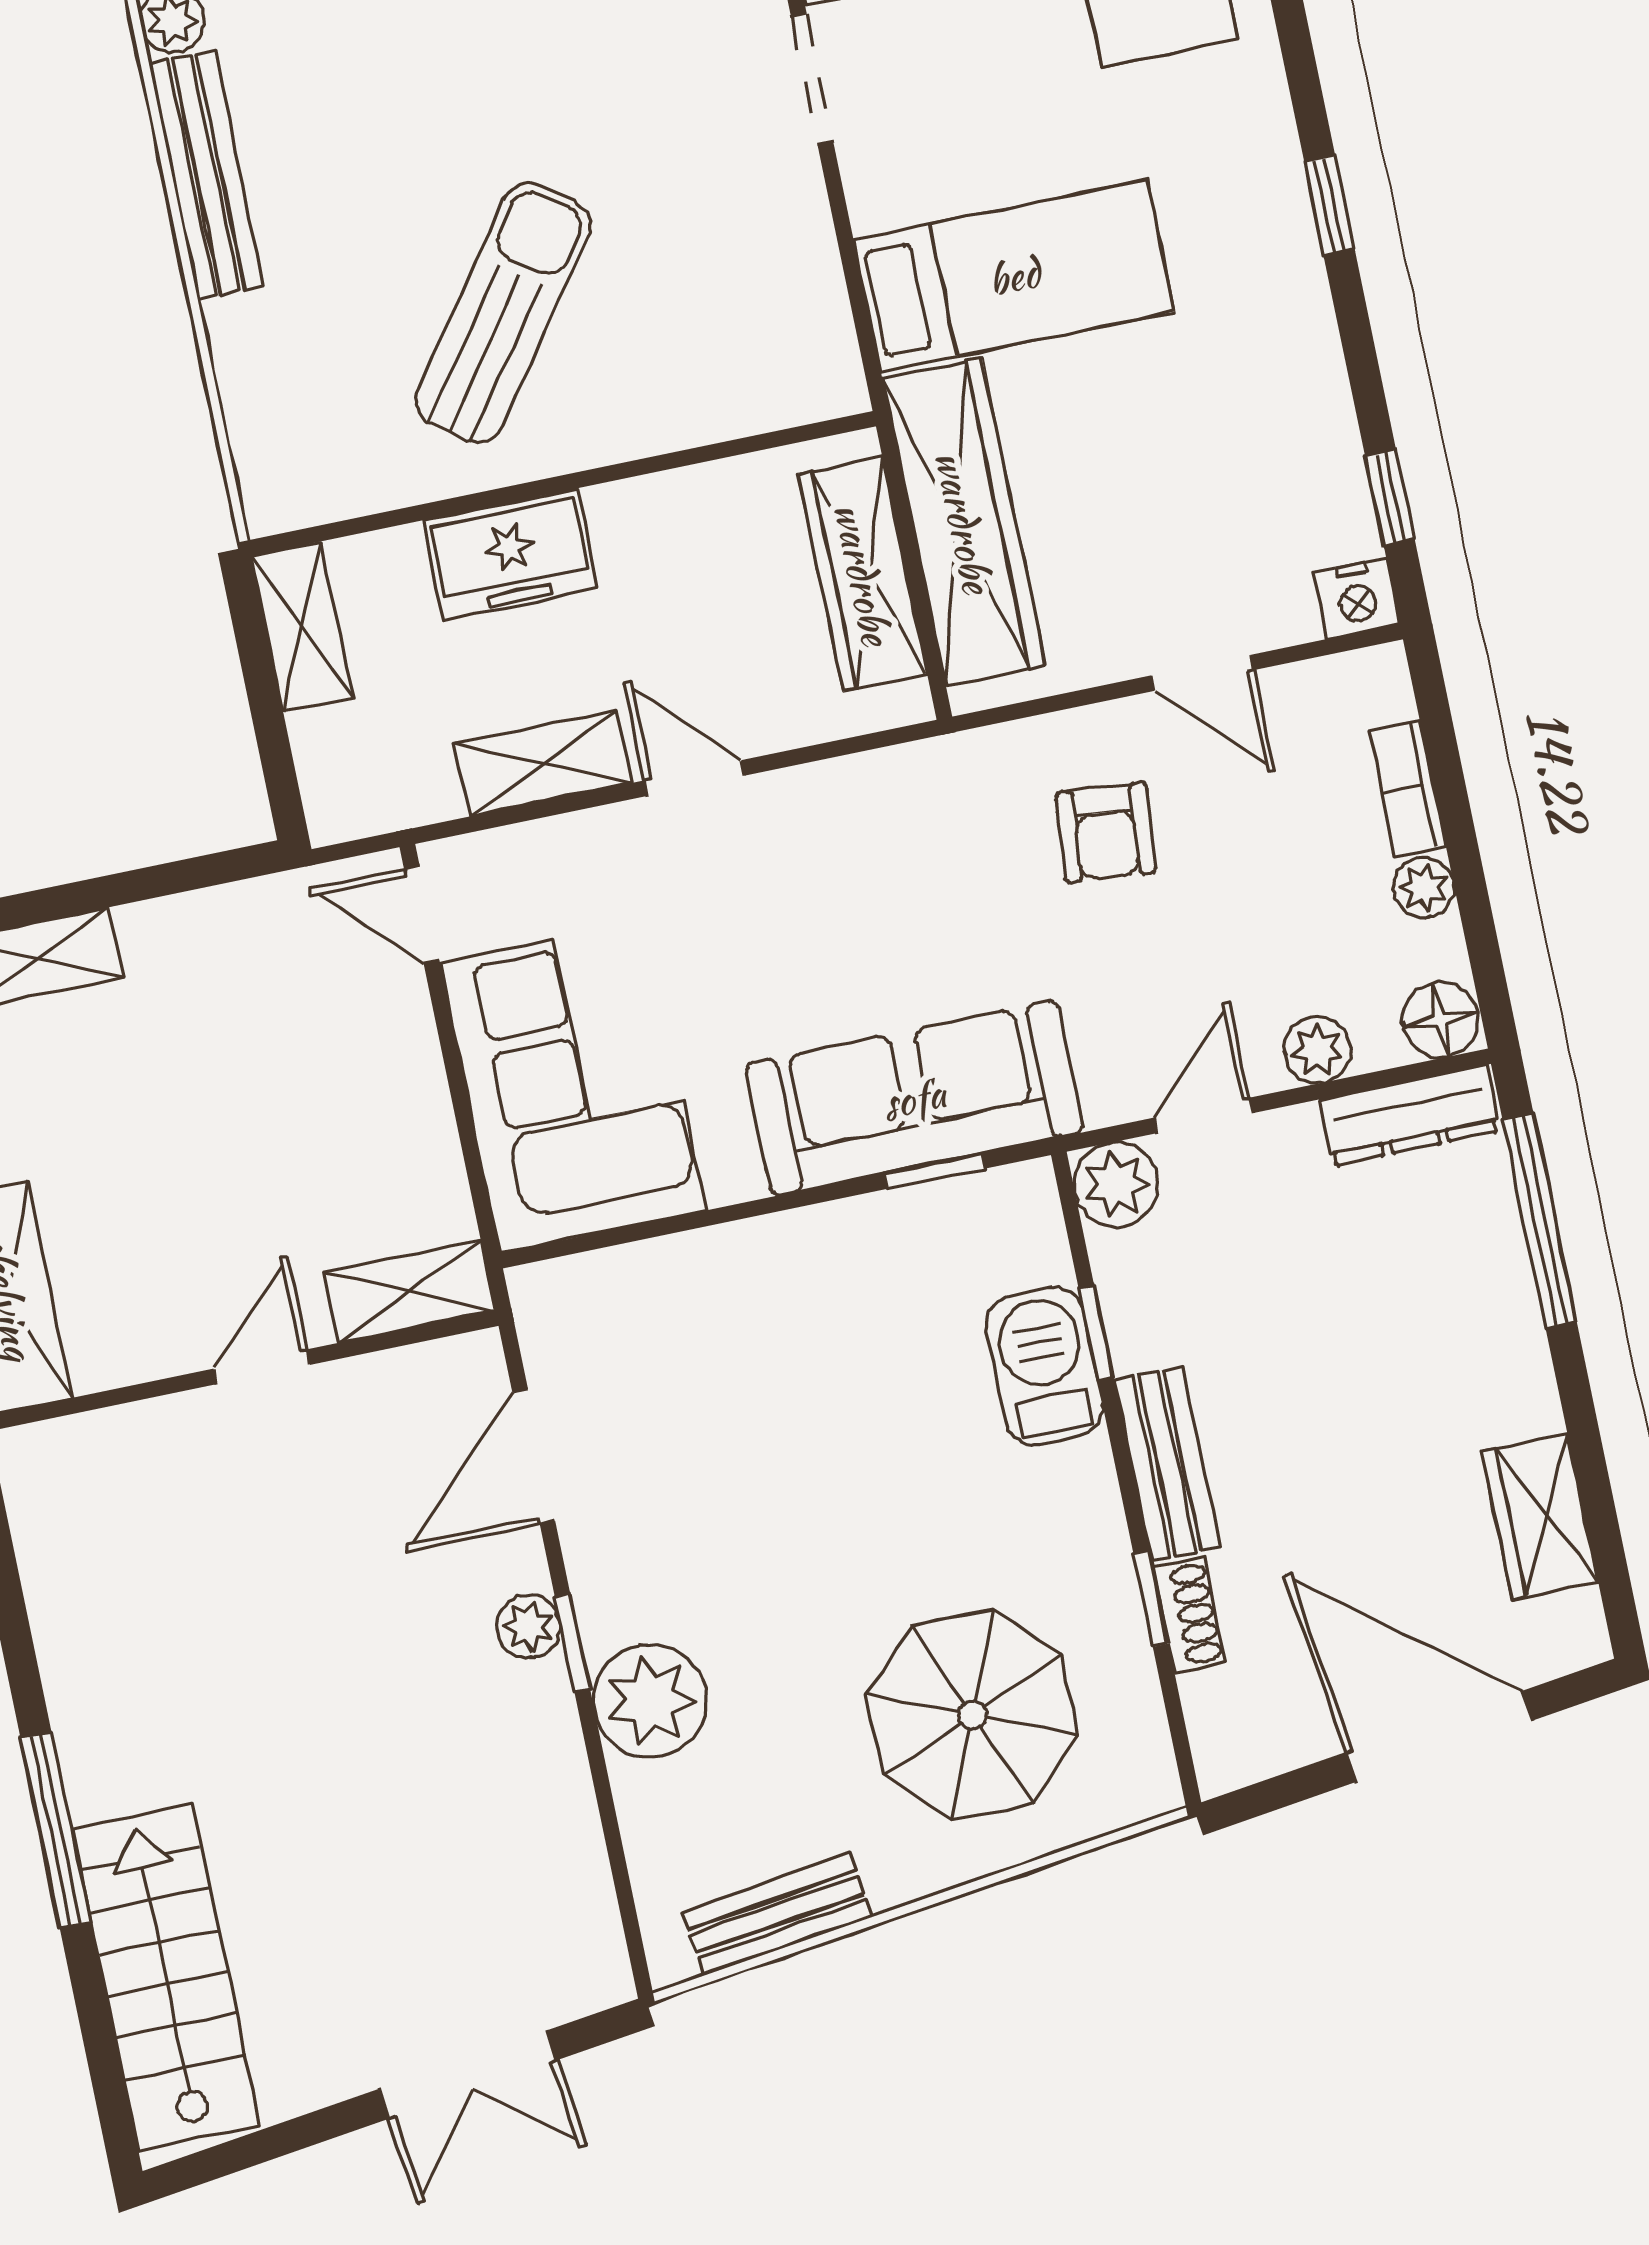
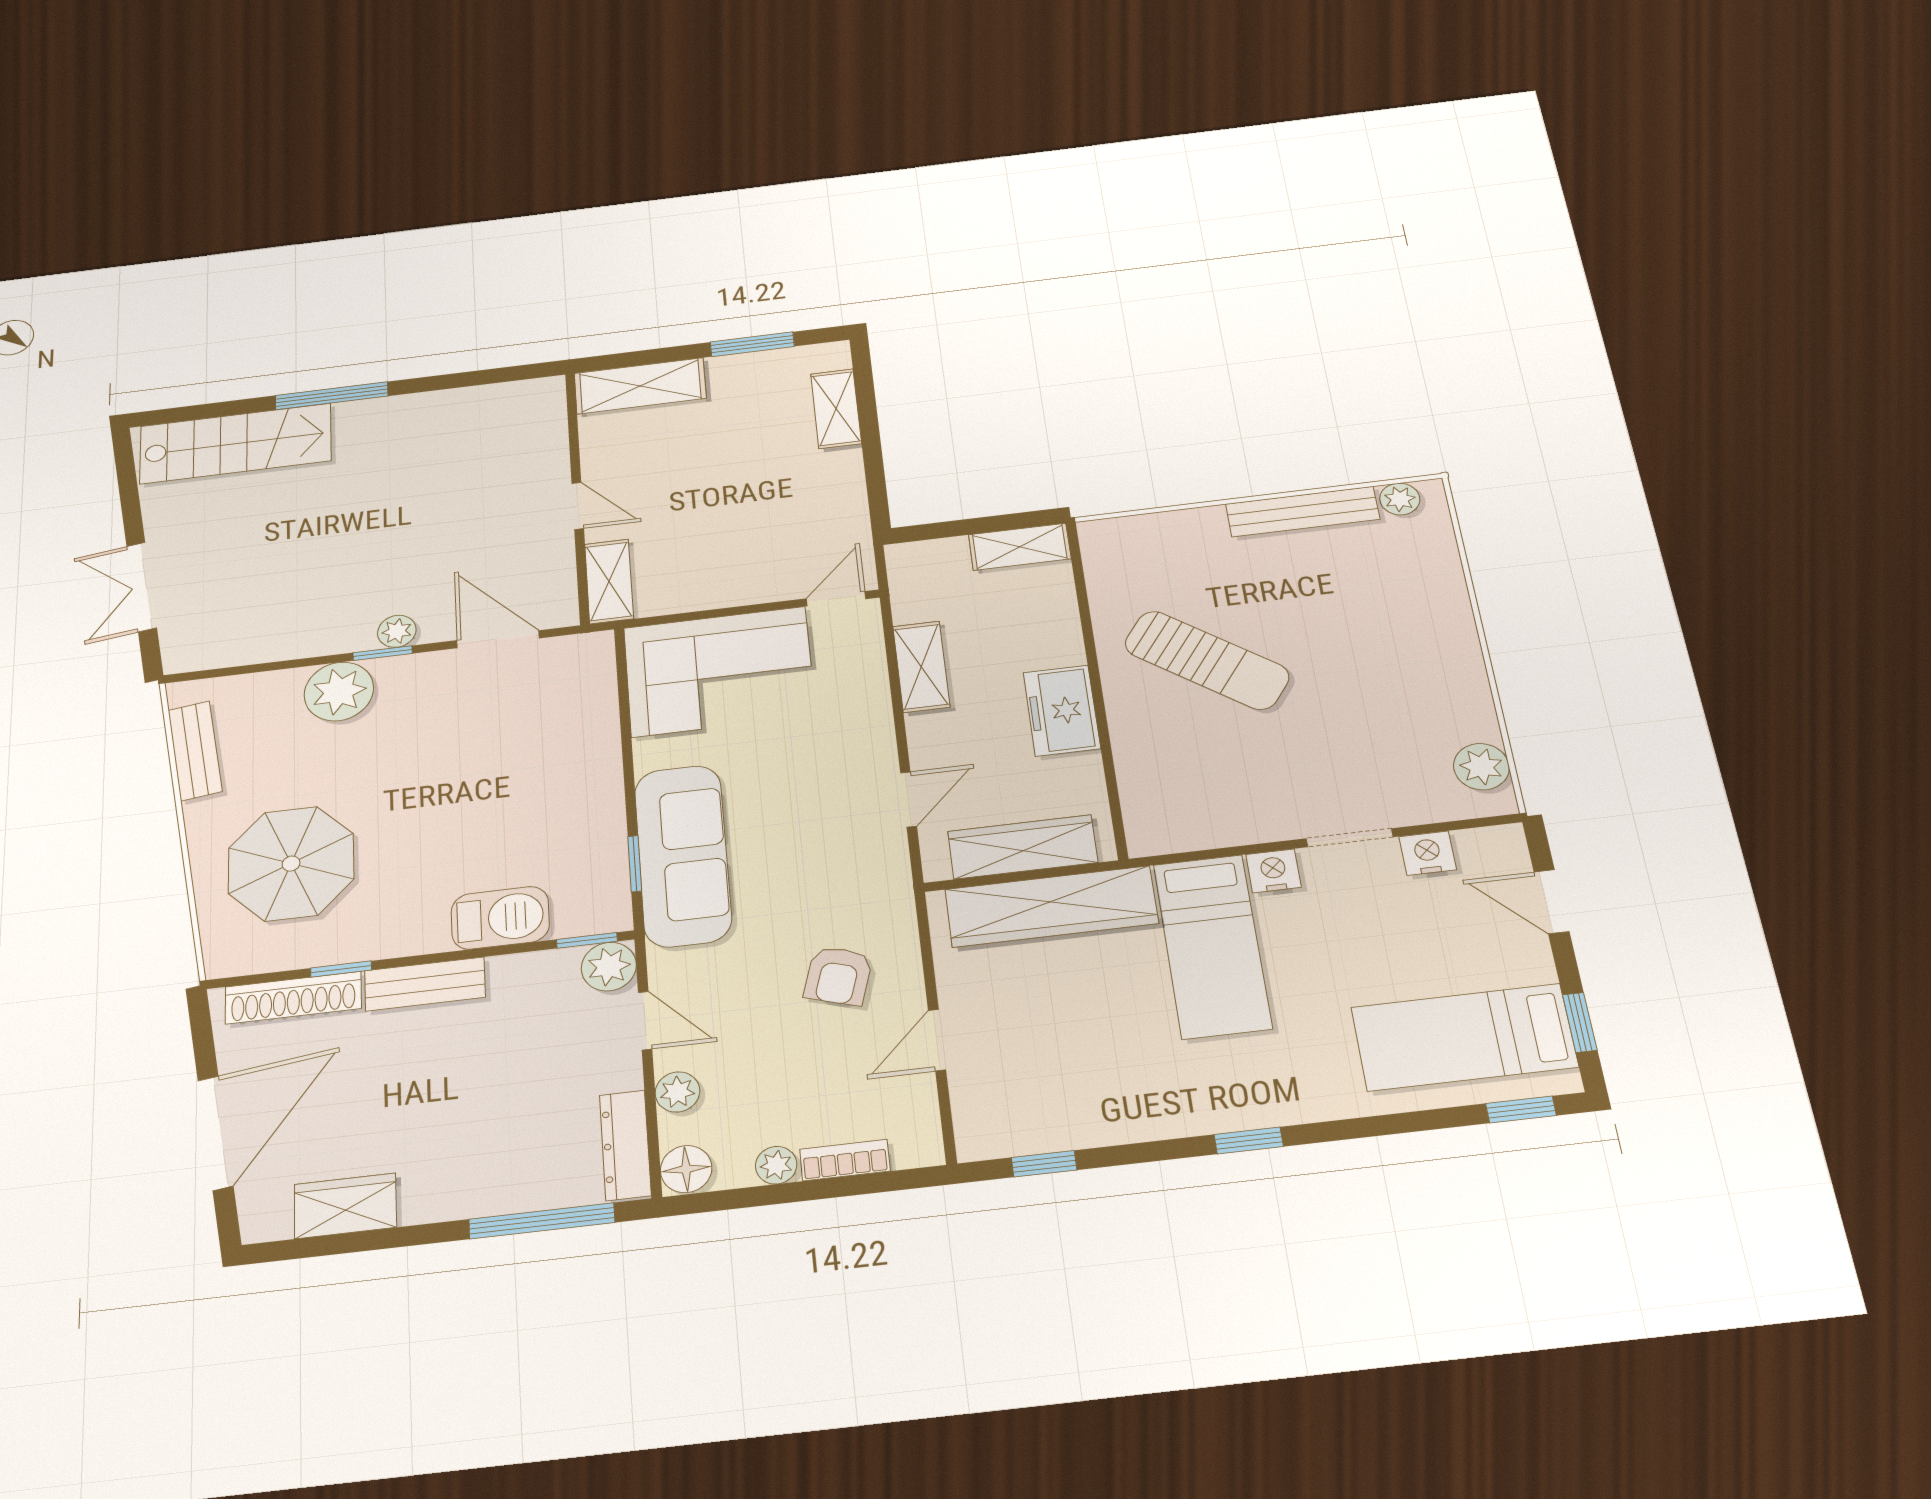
freezer: (511, 554) -> (1062, 710), moved
nightstand: (1357, 598) -> (1273, 871), moved, turned 90
door: (694, 778) -> (908, 799), moved
armchair: (1106, 832) -> (838, 976), turned -78
window: (1096, 1333) -> (587, 940), moved
shoe rack: (1189, 1615) -> (293, 998), width x1.94, depth x1.24

